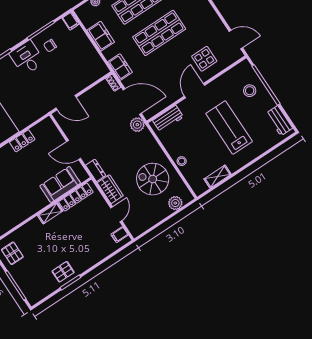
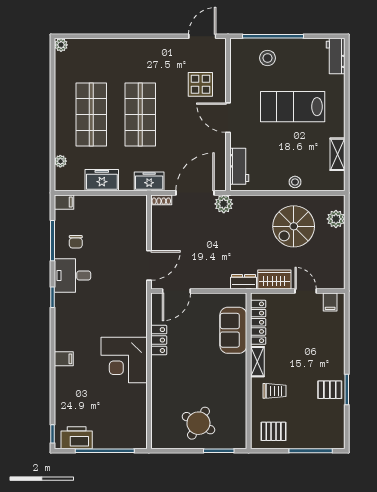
workbench: (279, 121) -> (336, 56), moved, turned 90
door: (74, 150) -> (176, 291), moved
trolley: (39, 237) -> (275, 391), added
pallet: (63, 272) -> (330, 390), turned 90

